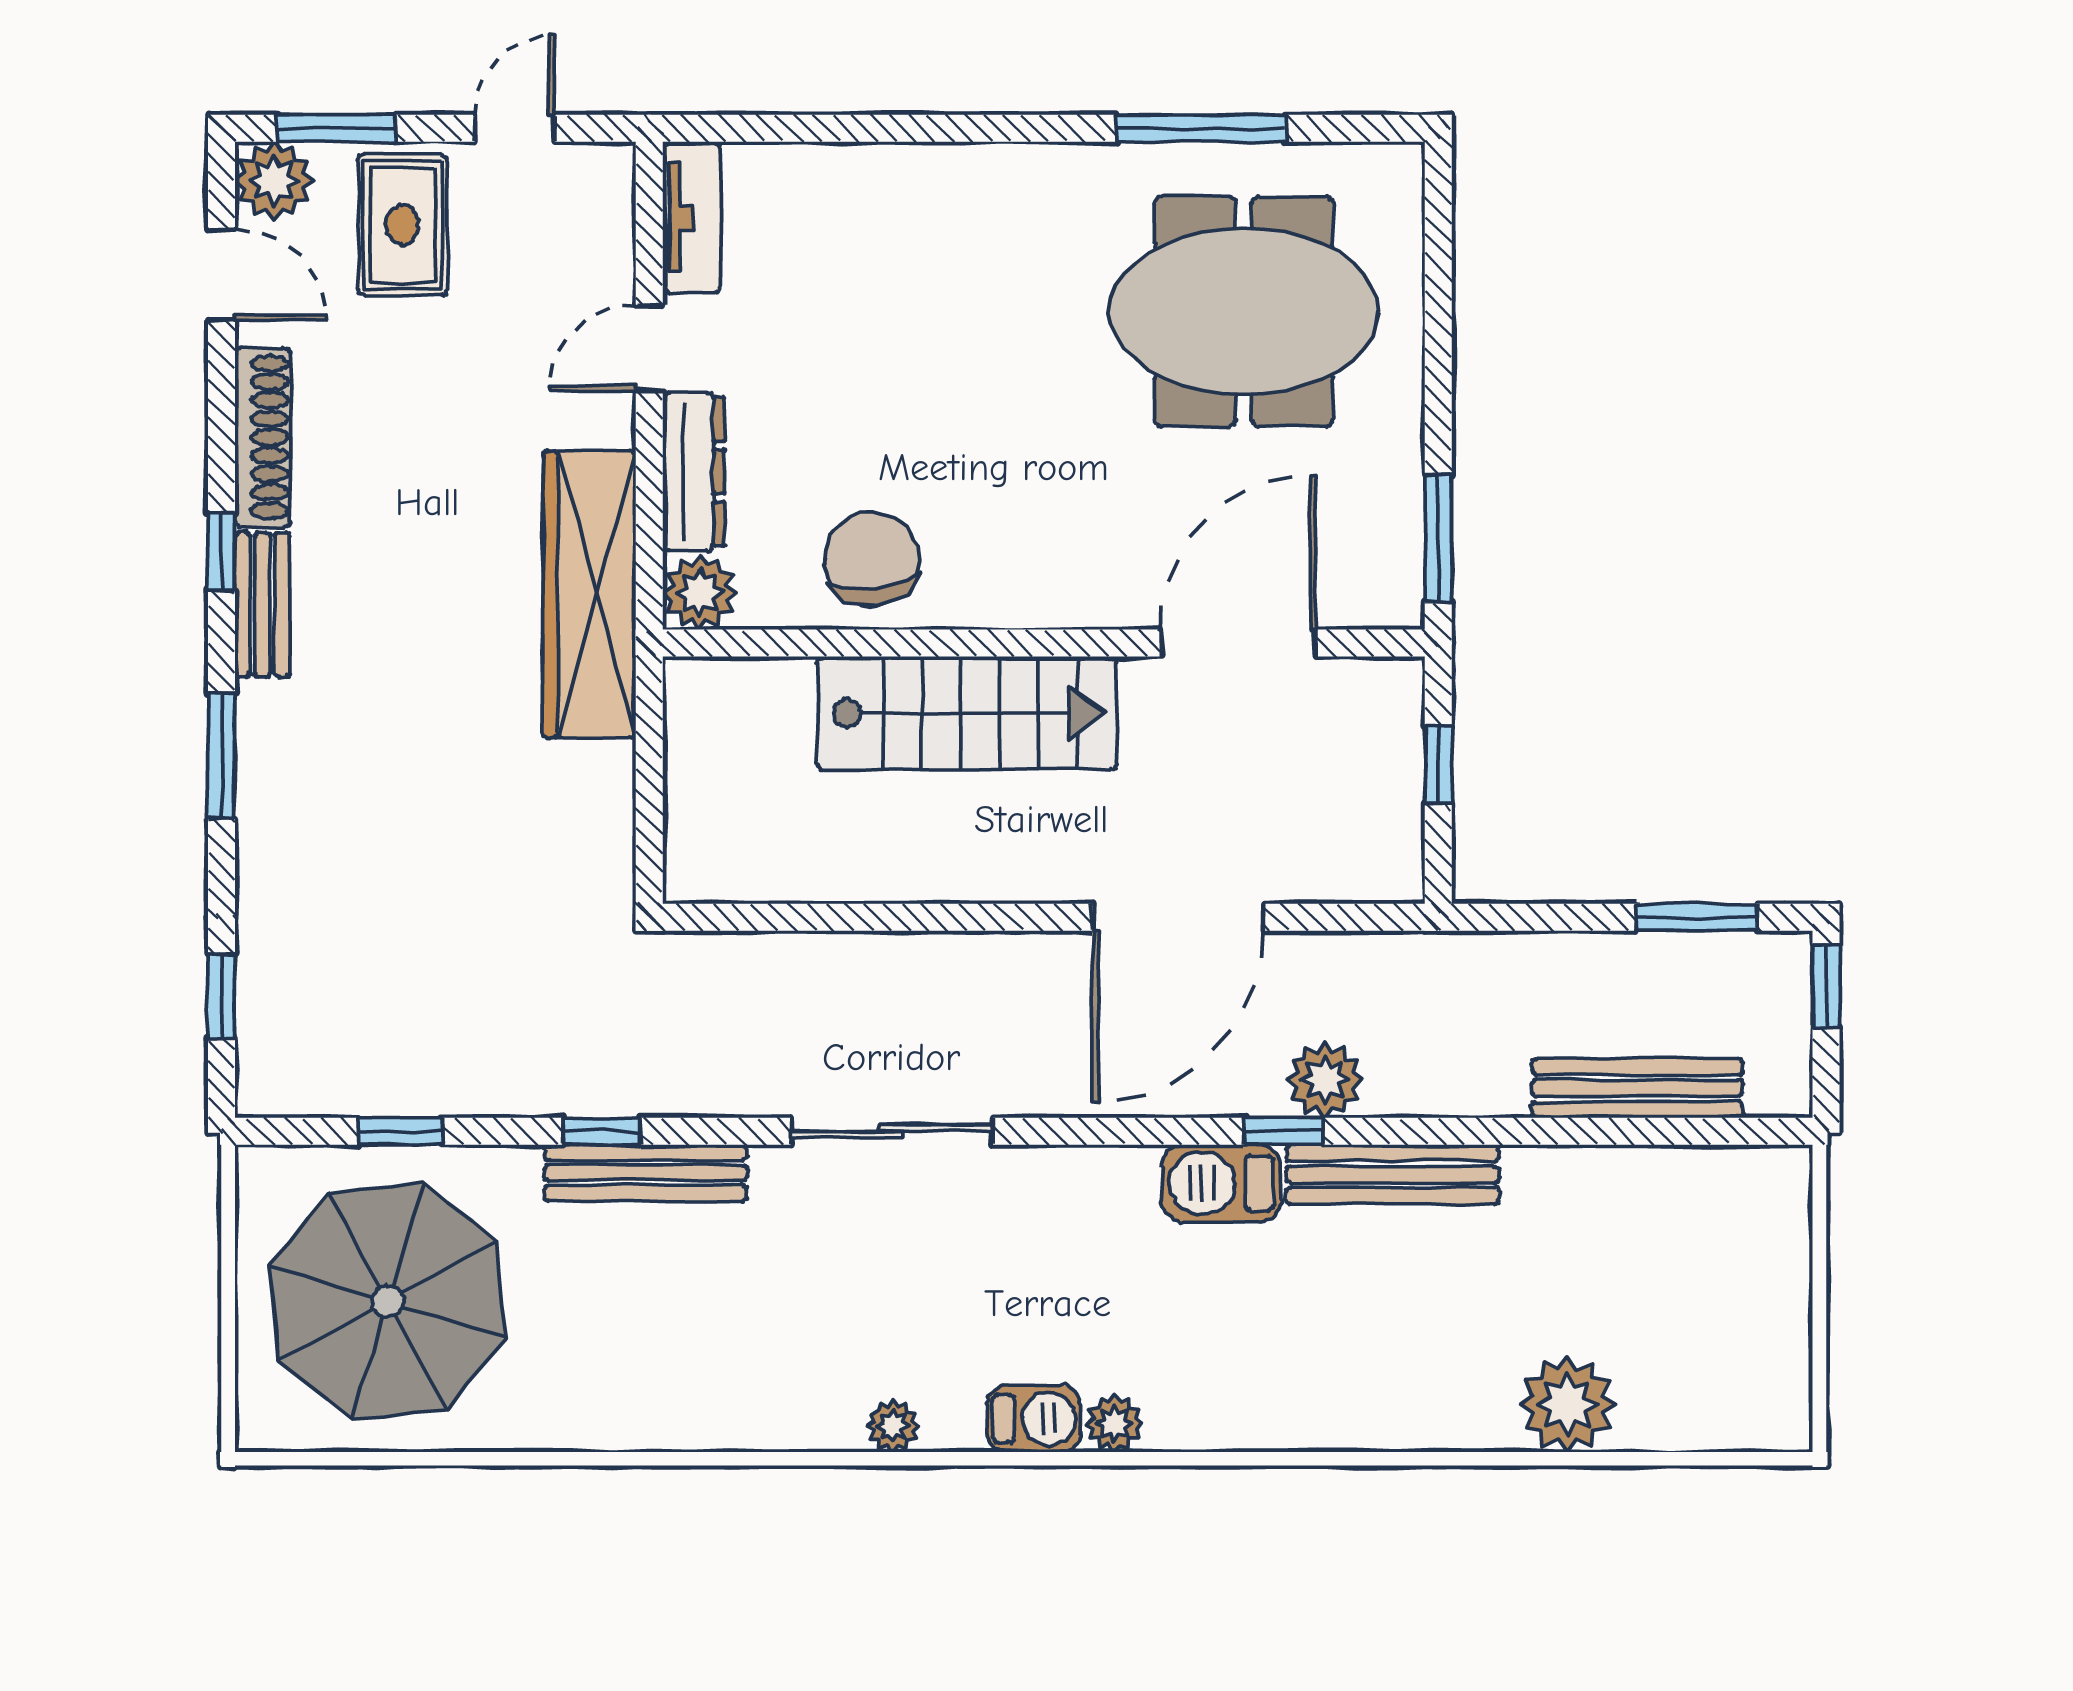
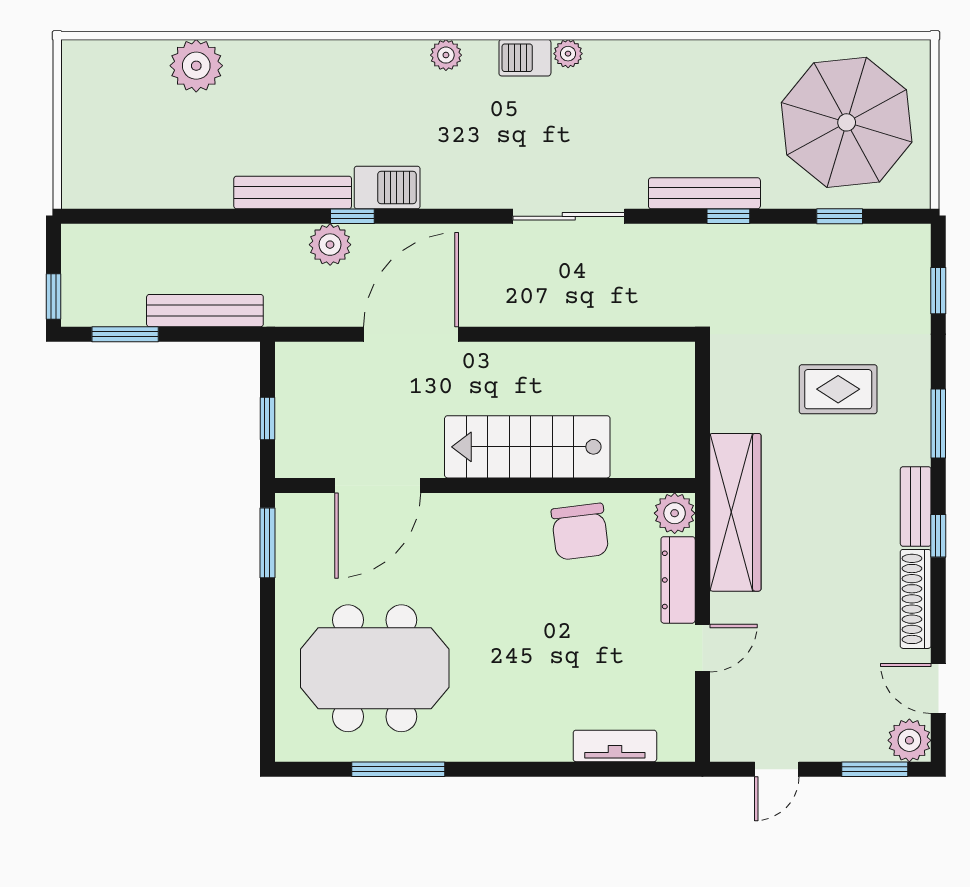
tv unit: (692, 218) -> (615, 746), moved, turned 90
rug: (403, 225) -> (838, 389), moved, turned 90
bench: (1637, 1088) -> (205, 311), moved
barbecue: (1034, 1419) -> (525, 58), moved

